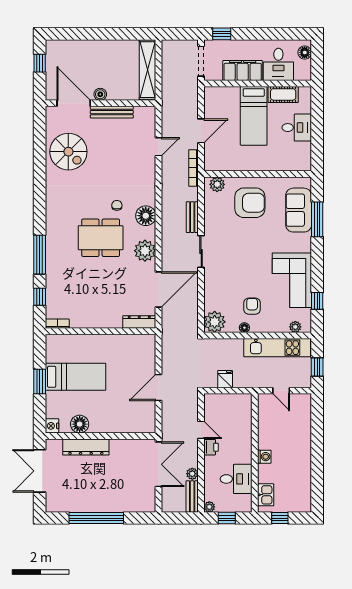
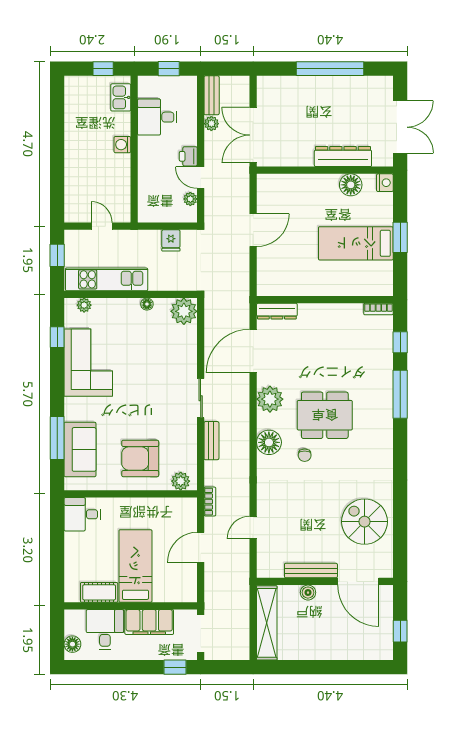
boiler: (100, 94) -> (308, 593), moved
desk: (297, 128) -> (82, 514), moved
bookcase: (193, 168) -> (210, 502), width x0.64
armchair: (252, 306) -> (137, 331), removed
plant: (209, 507) -> (190, 199), moved

